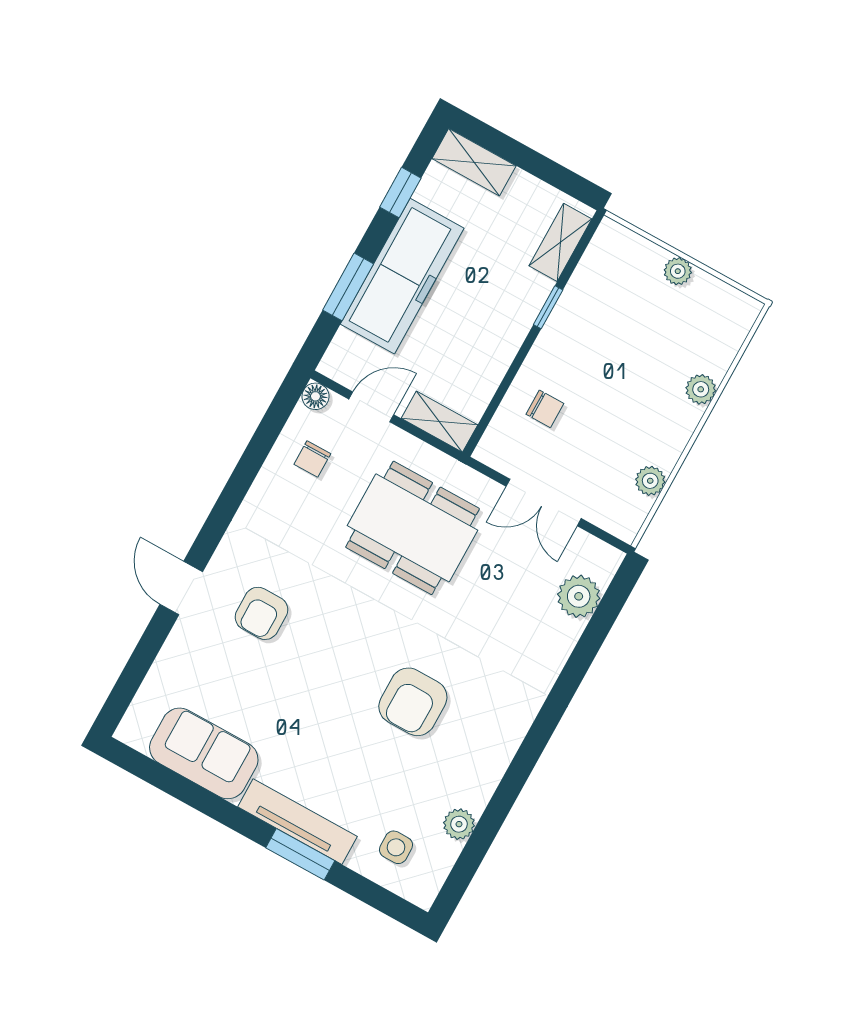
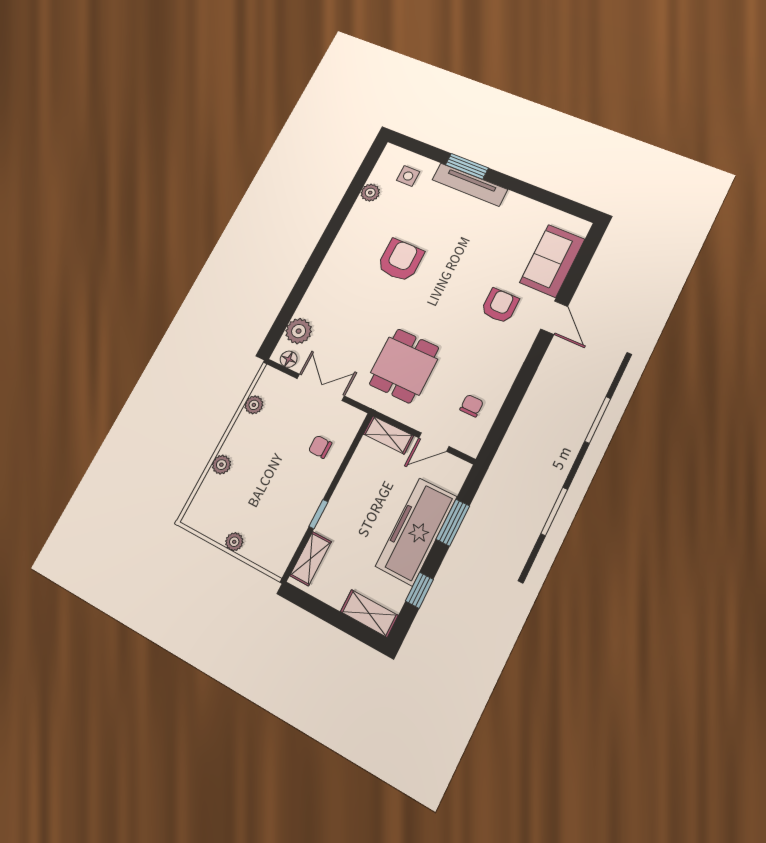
floor lamp: (315, 396) -> (289, 359), moved
dining table: (413, 528) -> (404, 366), width x0.73
sofa: (204, 753) -> (552, 261), moved, turned 90

